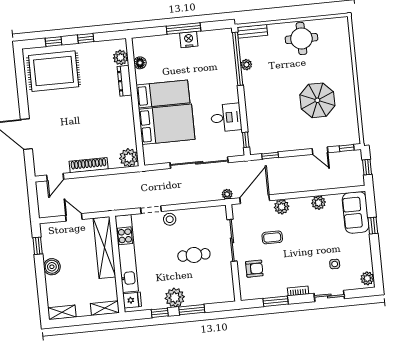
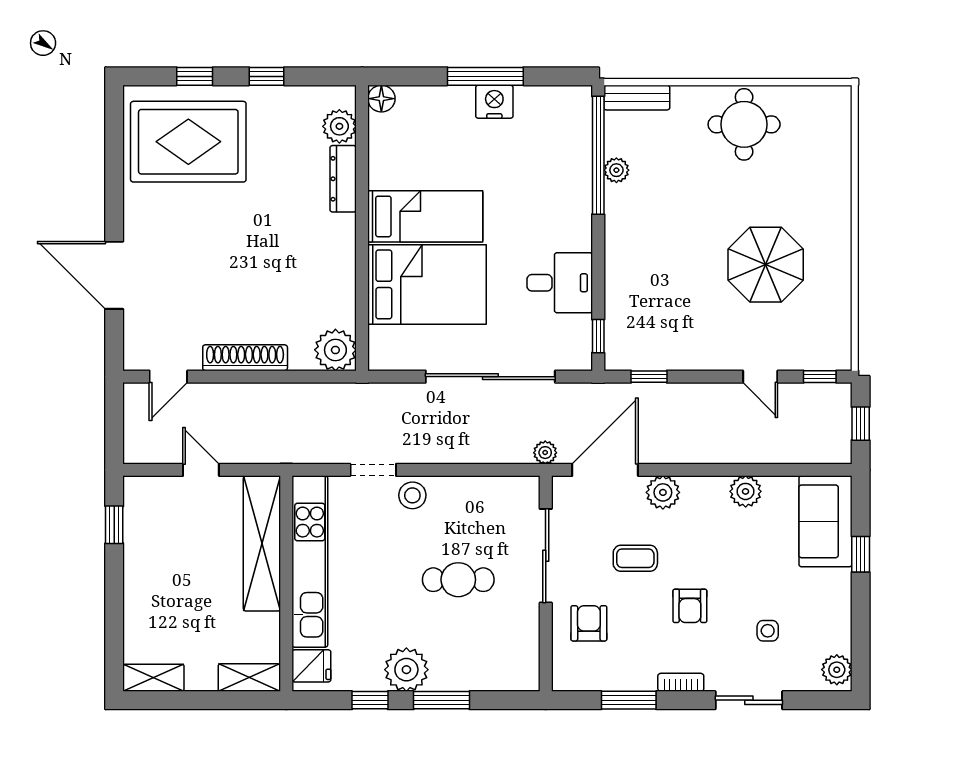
floor lamp: (140, 63) -> (381, 99), moved
armchair: (299, 256) -> (690, 606), added
boiler: (52, 267) -> (141, 574), removed
armchair: (254, 269) -> (589, 623), turned -90

